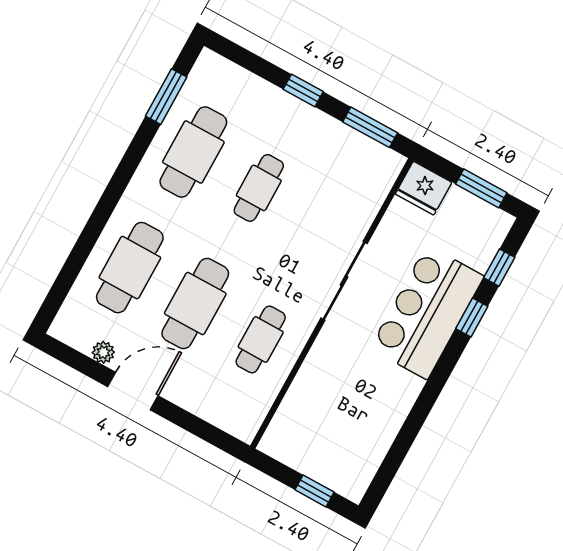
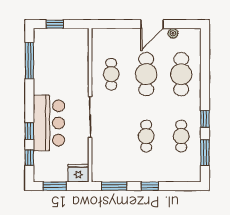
cafe table: (193, 152) -> (181, 136), width x0.73, depth x0.74
window: (131, 160) -> (205, 119), added
window: (399, 449) -> (29, 60), added

